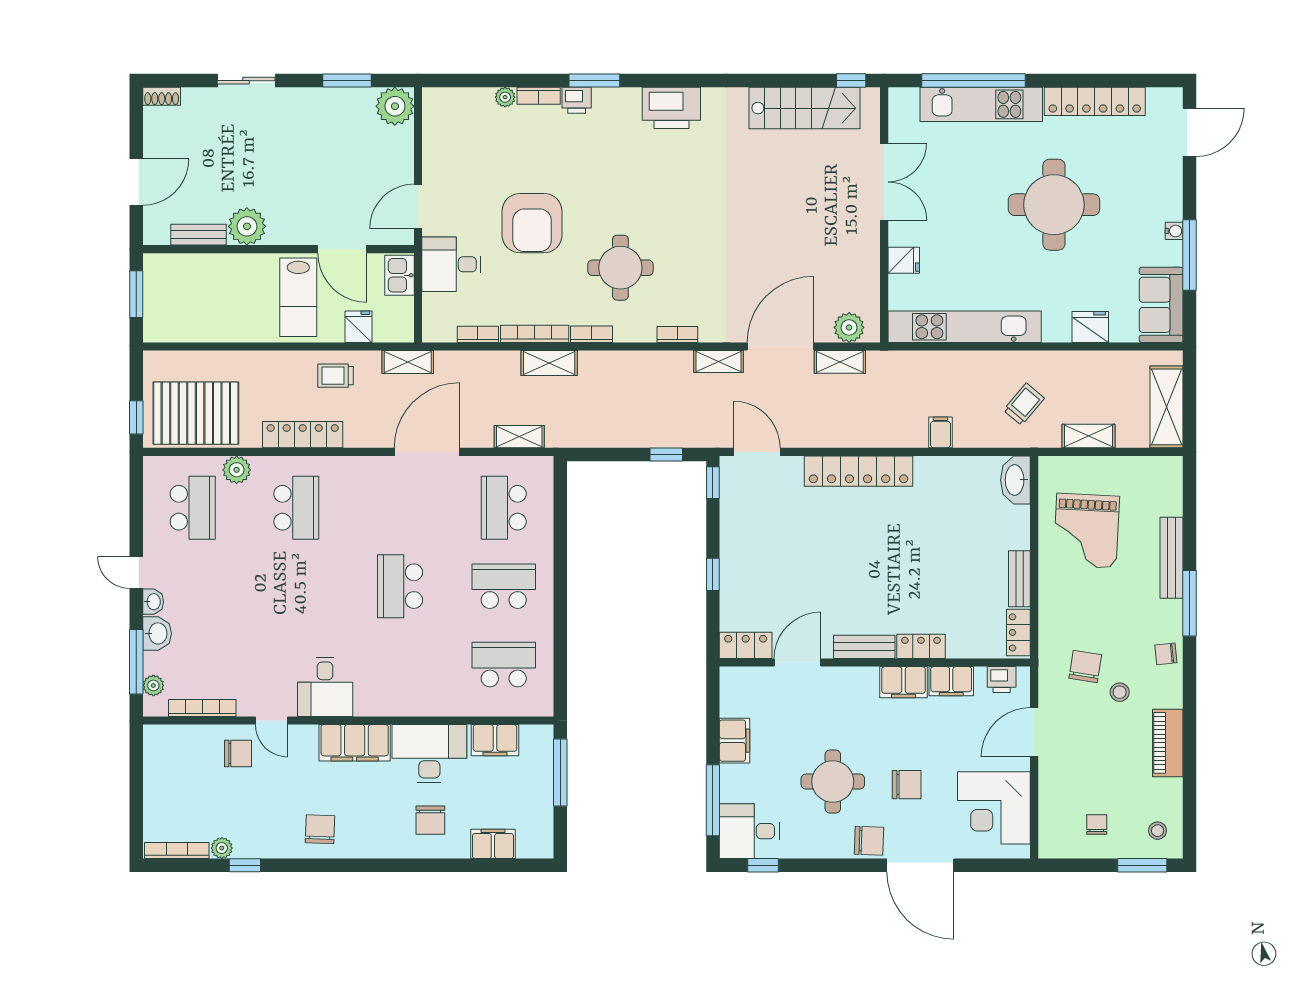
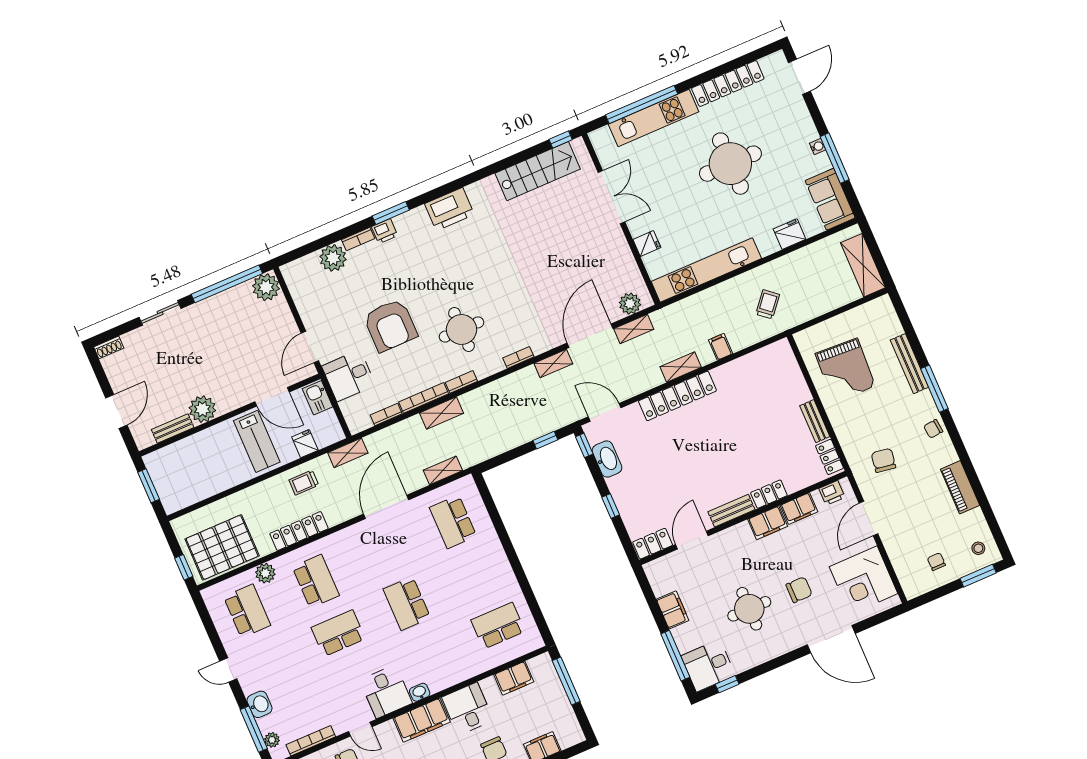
window: (347, 81) -> (227, 284), width x2.11
plant: (505, 97) -> (333, 258), width x1.88, depth x1.88
shelving: (1089, 436) -> (681, 367), moved
washbasin: (1015, 480) -> (607, 459), moved, turned 180
school desk: (504, 586) -> (338, 633), moved
washbasin: (153, 602) -> (420, 692), moved, turned -90
stool: (1120, 692) -> (914, 467), removed
desk: (429, 754) -> (468, 709), width x0.73
chair: (869, 841) -> (790, 638), removed

